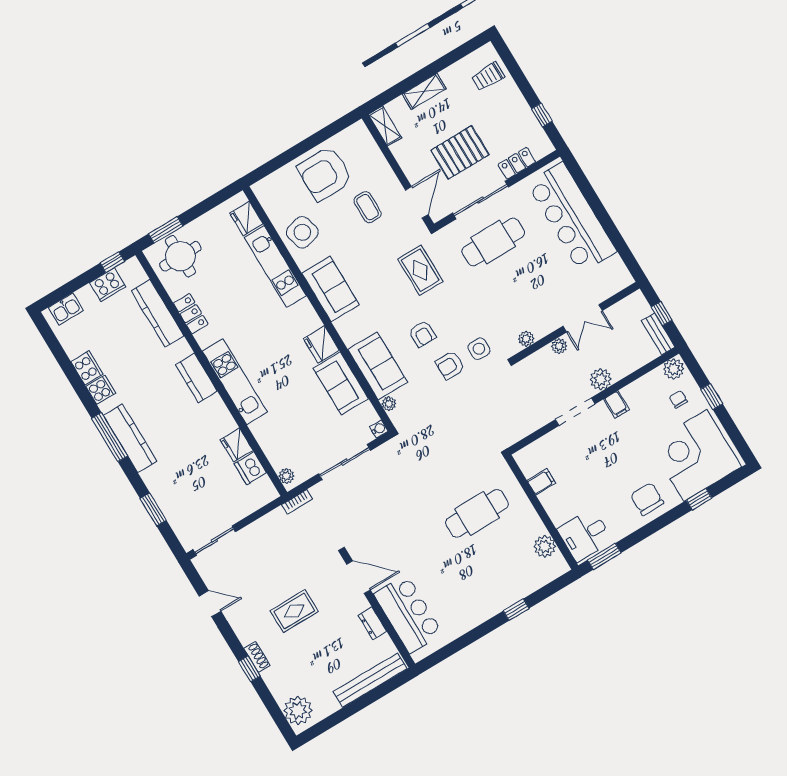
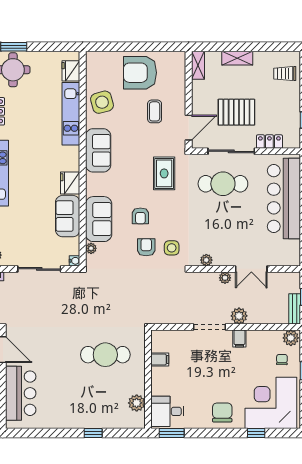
armchair: (450, 365) -> (146, 247), turned 90

